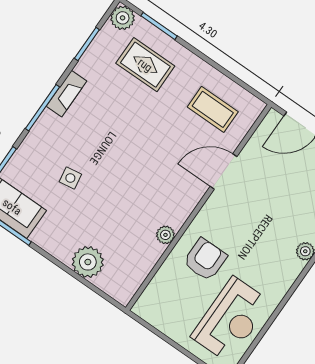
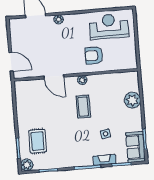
fireplace: (67, 94) -> (104, 160), moved
coffee table: (213, 109) -> (83, 107), moved
plant: (165, 235) -> (82, 80), moved

